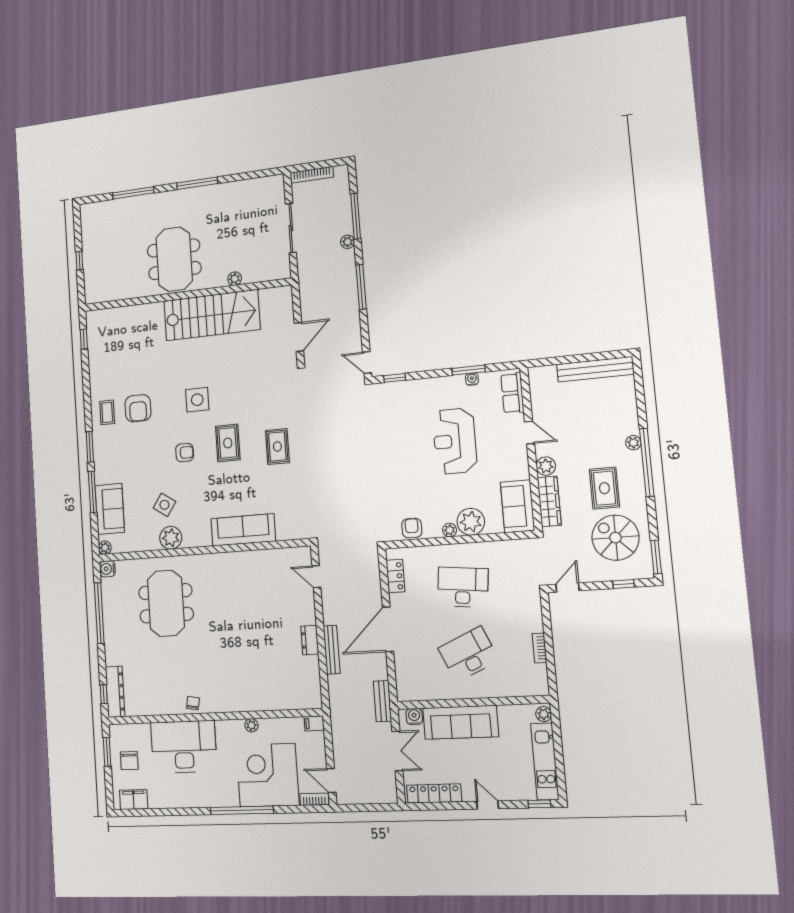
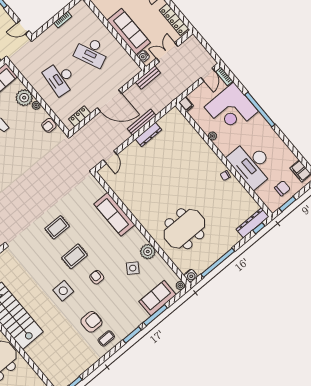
dresser: (310, 640) -> (148, 134), width x1.44

